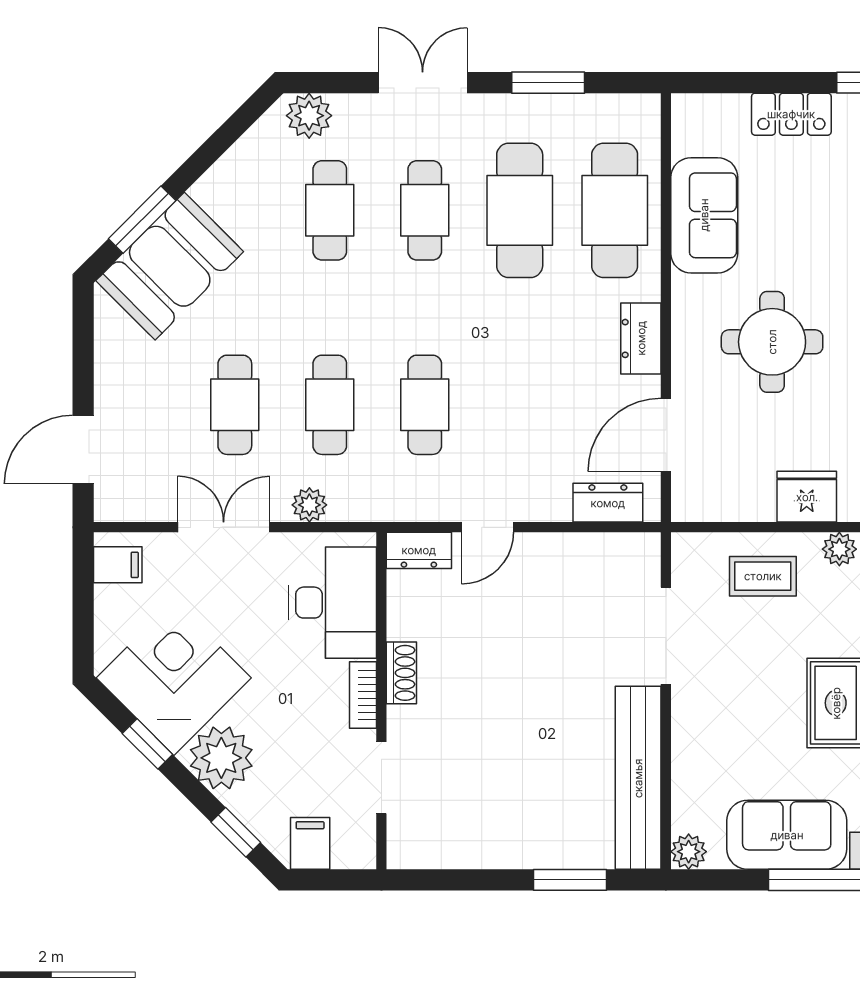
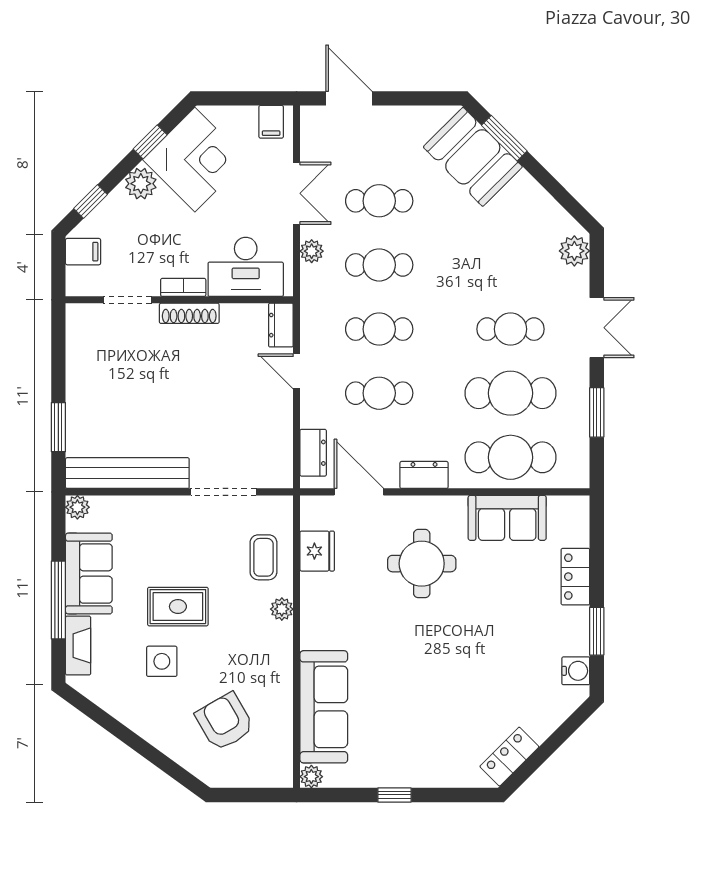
cafe table: (330, 210) -> (379, 393), moved
fridge: (807, 497) -> (317, 551), moved
shoe rack: (401, 673) -> (189, 313), width x1.43
plant: (221, 758) -> (141, 184), width x0.73, depth x0.73

